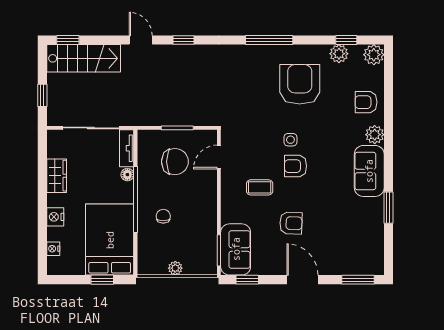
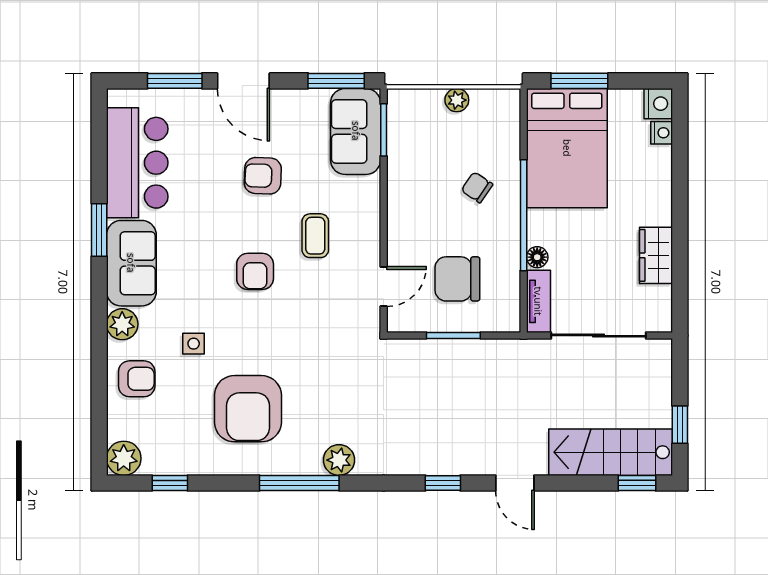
plant: (339, 54) -> (339, 460), moved
window: (42, 95) -> (680, 425), moved
side table: (290, 140) -> (194, 344), moved
armchair: (296, 166) -> (255, 271), turned 90
coffee table: (260, 187) -> (315, 236), turned 90
window: (388, 208) -> (99, 230), moved
chair: (163, 216) -> (477, 187), turned 124
nightstand: (55, 217) -> (658, 104), moved
bar counter: (366, 231) -> (137, 163), added
window: (102, 280) -> (579, 81), width x1.50
window: (247, 280) -> (336, 81), width x1.50
window: (358, 280) -> (175, 81), moved

